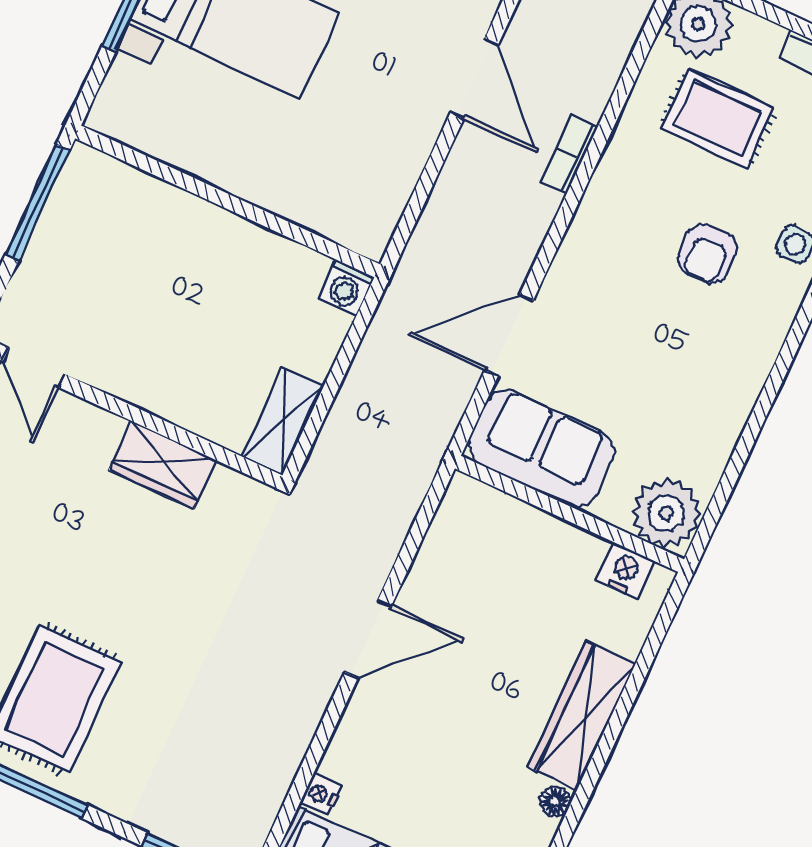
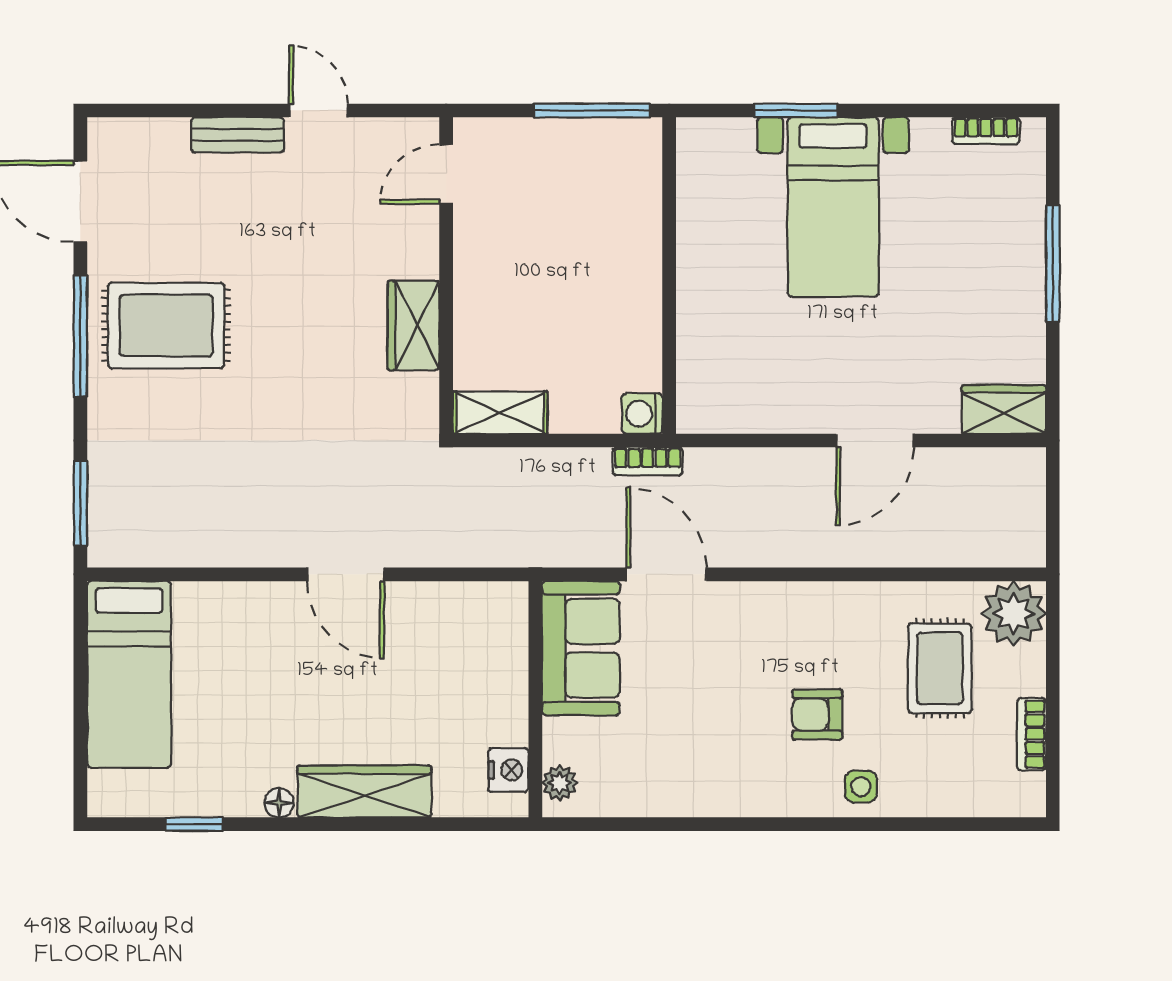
bookcase: (569, 154) -> (648, 461), moved, turned 180
plant: (666, 513) -> (560, 783), width x0.53, depth x0.53
nightstand: (321, 795) -> (191, 596), removed

